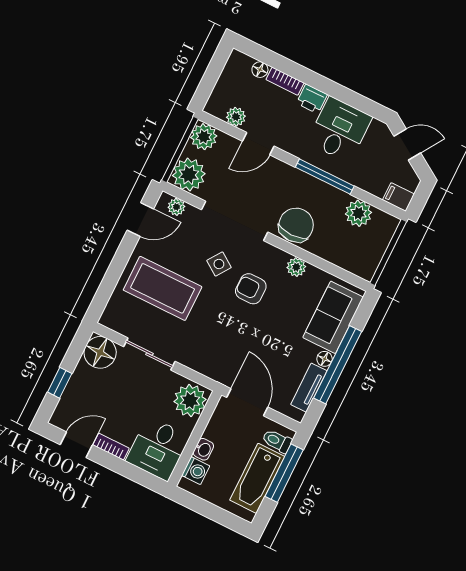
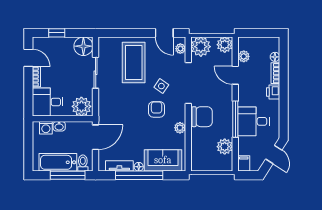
desk: (340, 130) -> (254, 121), moved, turned 180

